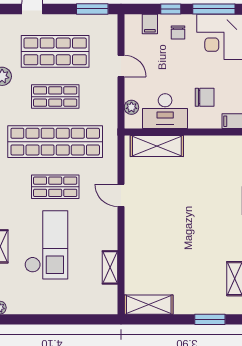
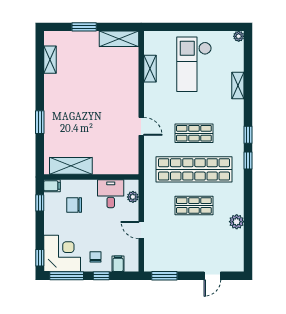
shop shelf: (55, 51) -> (194, 242), removed
desk: (165, 111) -> (111, 194), width x0.73
shelving: (157, 146) -> (71, 166), moved
checkout: (46, 245) -> (194, 64), moved
window: (210, 319) -> (84, 27), moved

